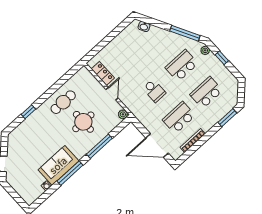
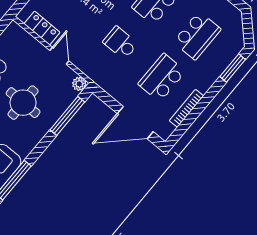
school desk: (154, 91) -> (120, 43), turned 180
school desk: (206, 93) -> (197, 36), turned 180
window: (99, 146) -> (67, 116), moved

